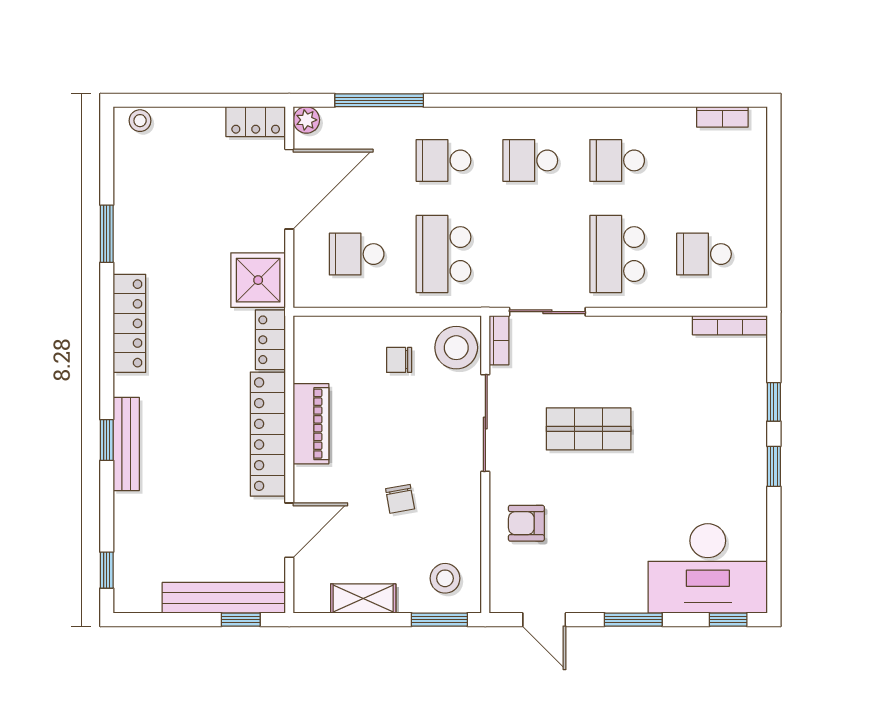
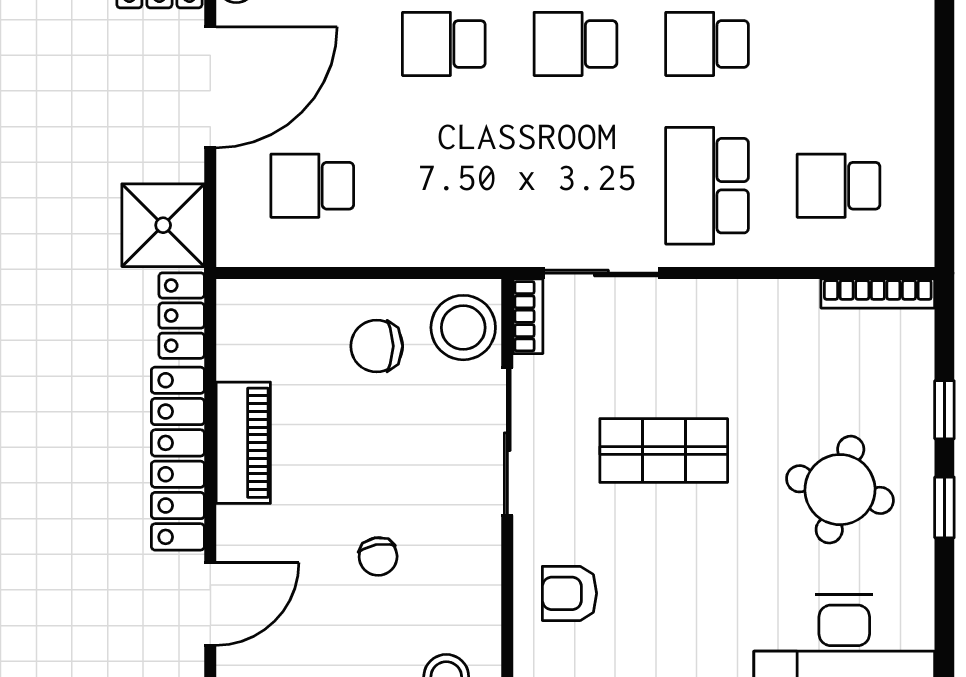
school desk: (443, 254) -> (444, 186), removed
chair: (399, 360) -> (377, 346), width x1.37, depth x1.37
round table: (705, 455) -> (840, 490), added

